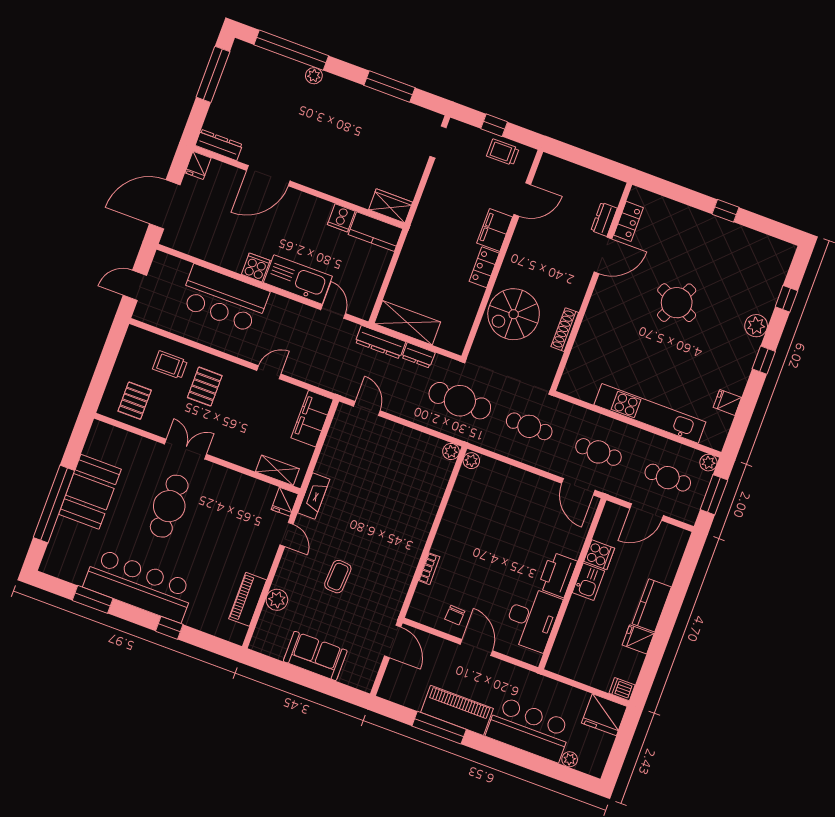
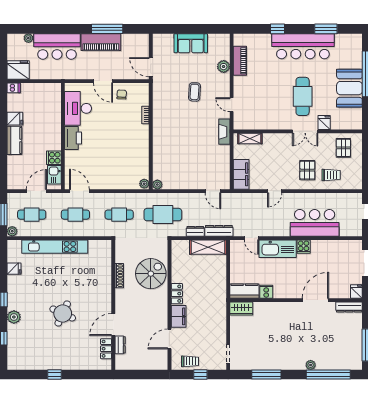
fridge: (285, 502) -> (324, 123), moved
kitchen sink: (588, 582) -> (54, 175), moved

